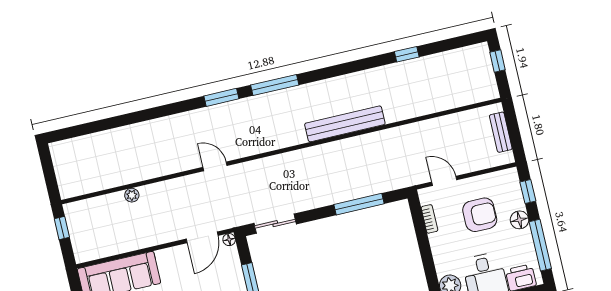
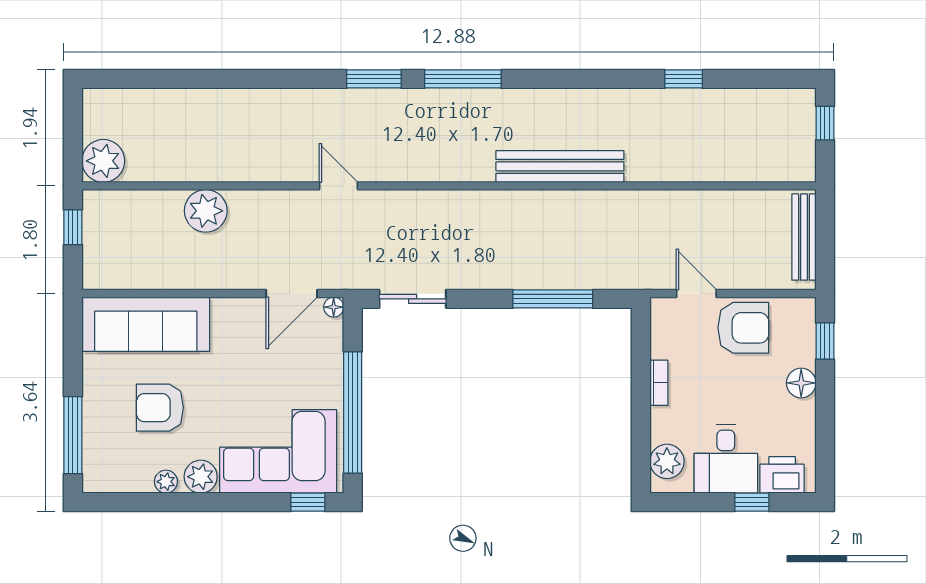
bench: (501, 132) -> (804, 237), width x1.36
plant: (71, 184) -> (103, 161), added
plant: (132, 195) -> (206, 211), width x1.87, depth x1.87
armchair: (480, 215) -> (743, 328), moved
bookcase: (429, 219) -> (659, 383), moved
window: (540, 245) -> (825, 431), removed

